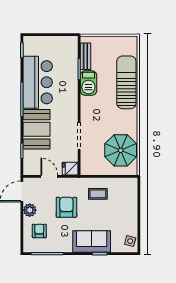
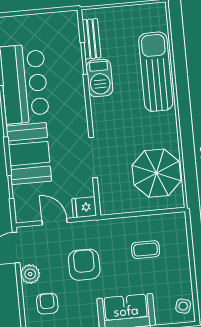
coffee table: (98, 194) -> (146, 250), moved

